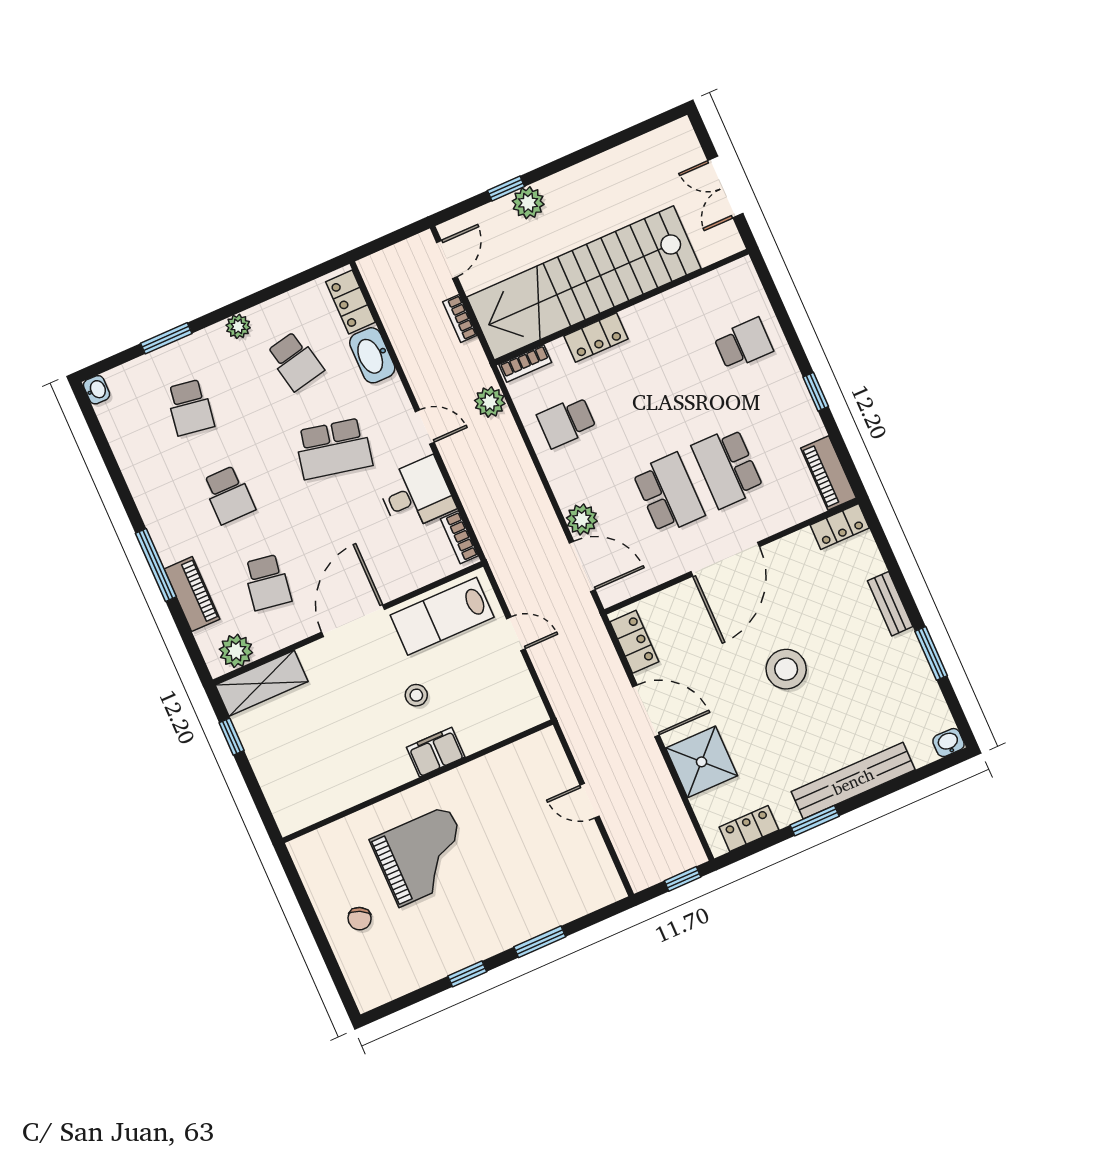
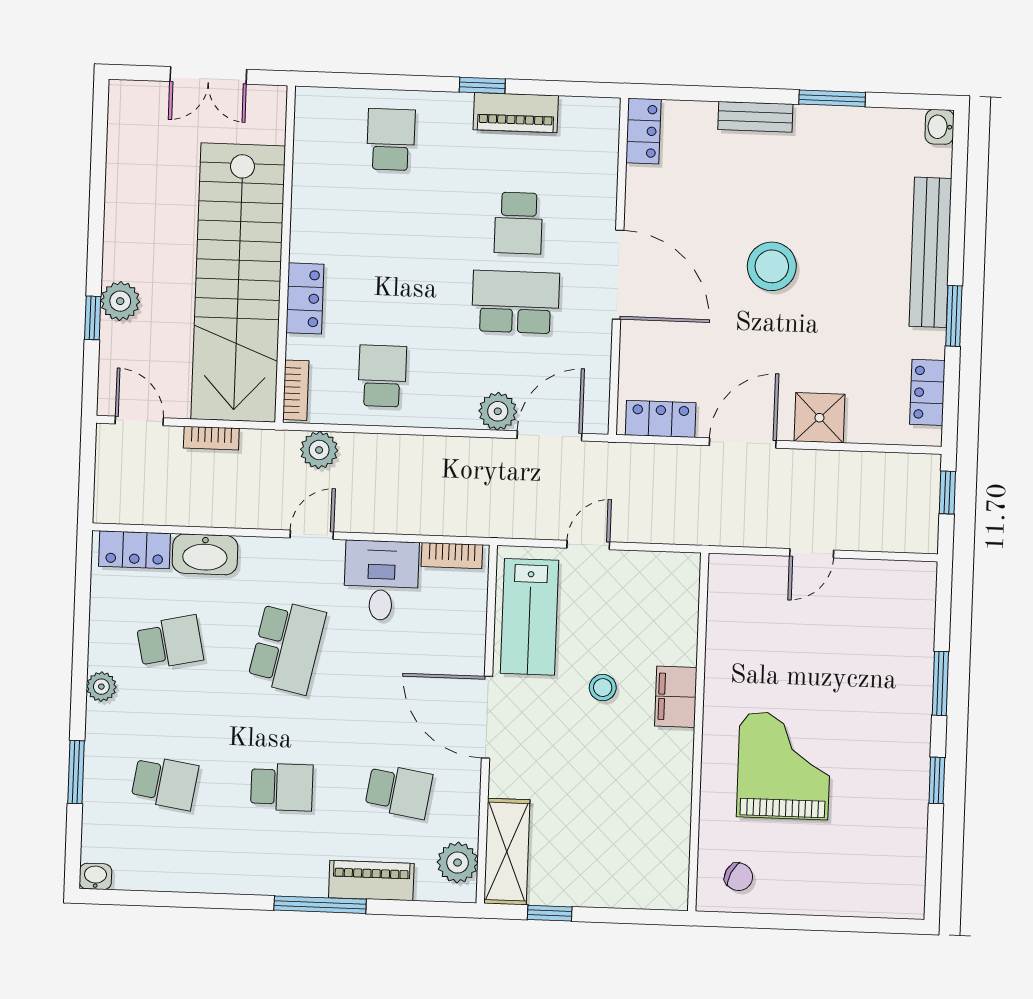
school desk: (567, 422) -> (382, 376), turned 180
school desk: (728, 468) -> (518, 223), width x0.54
piano: (828, 473) -> (516, 113), moved
shower: (702, 762) -> (819, 418), width x0.73, depth x0.73
chair: (360, 919) -> (739, 877), moved

